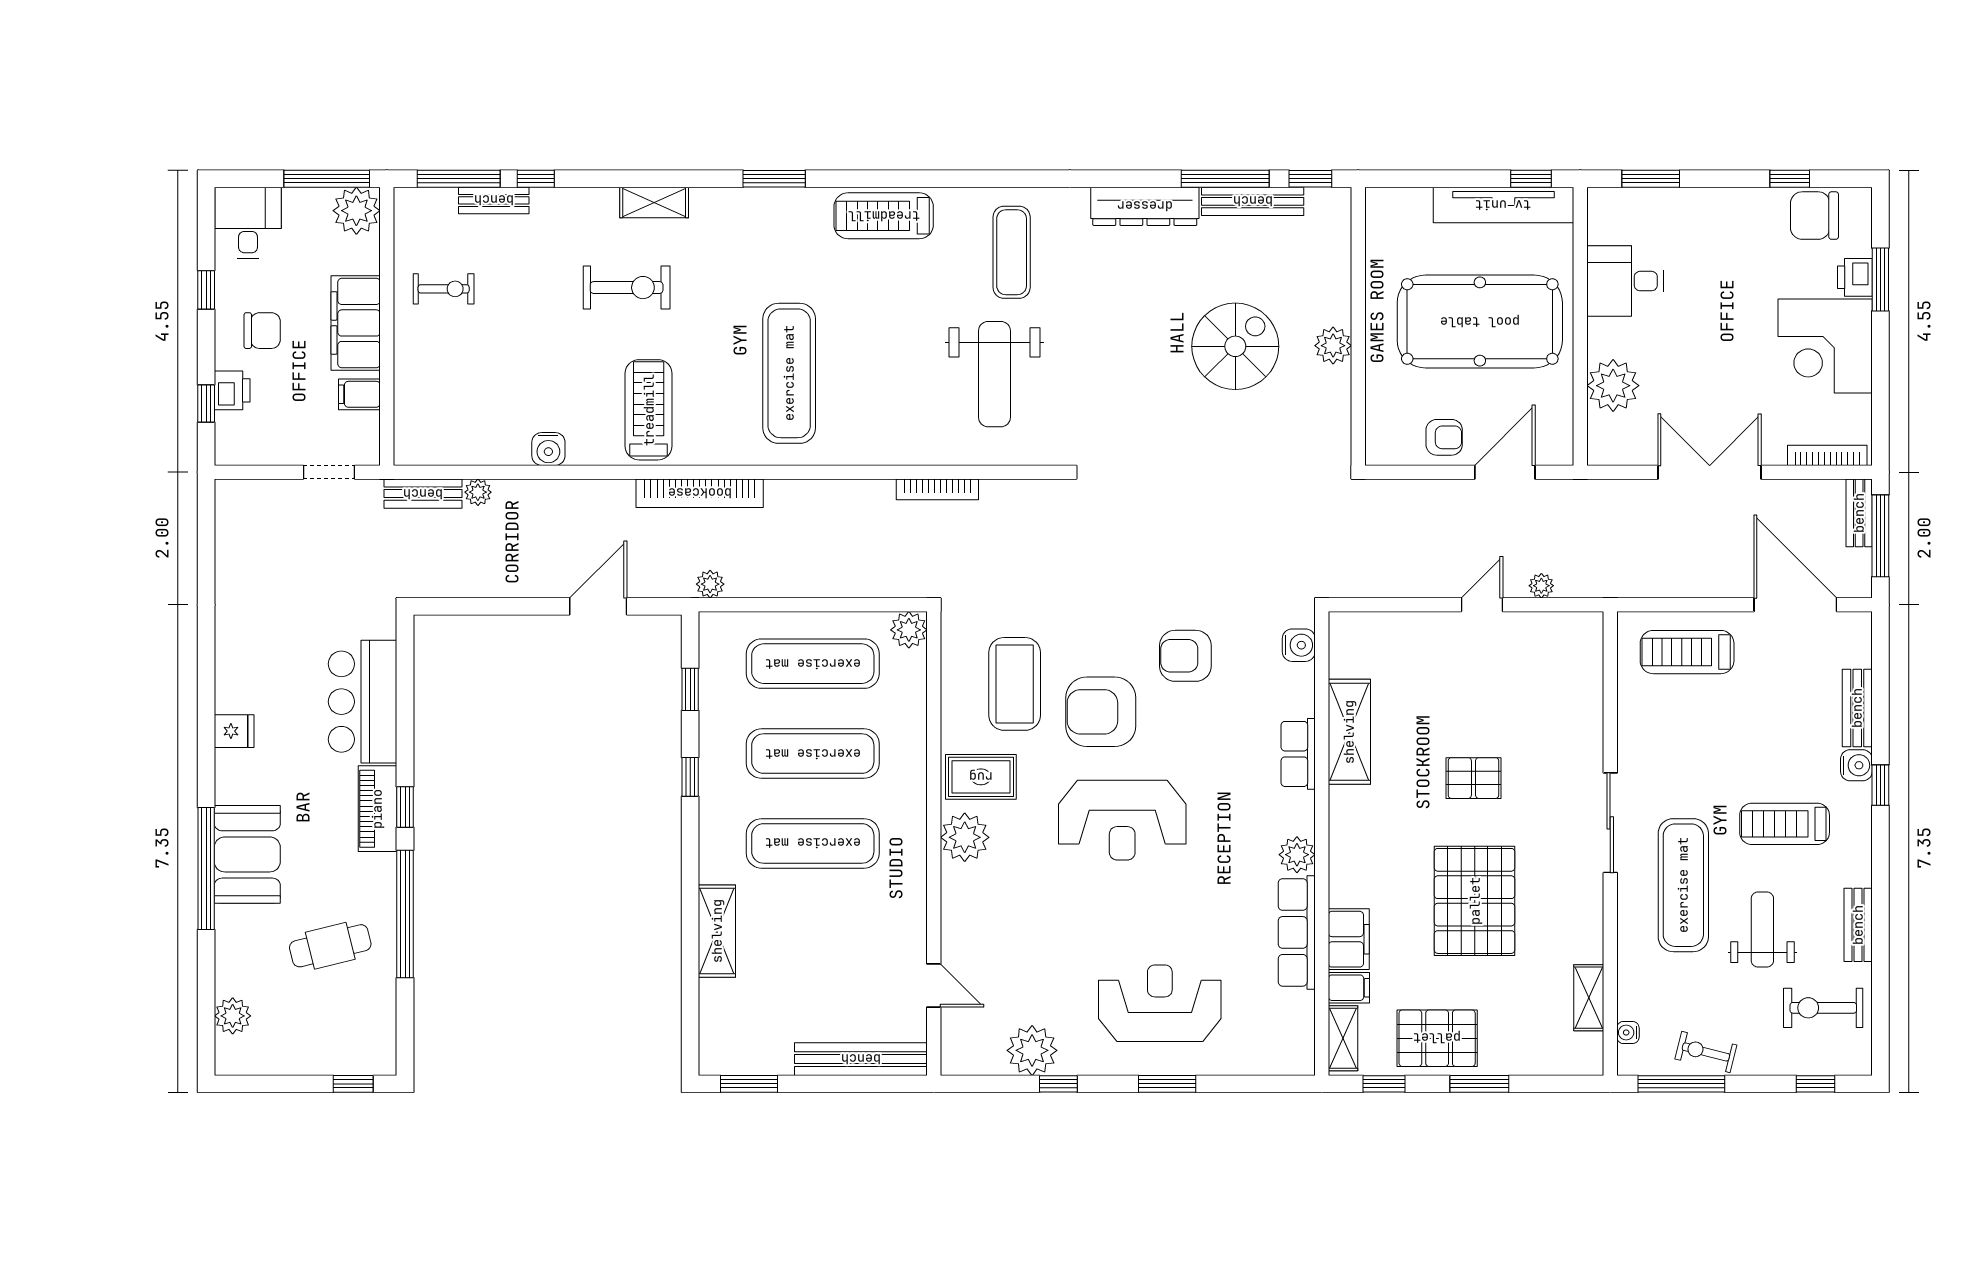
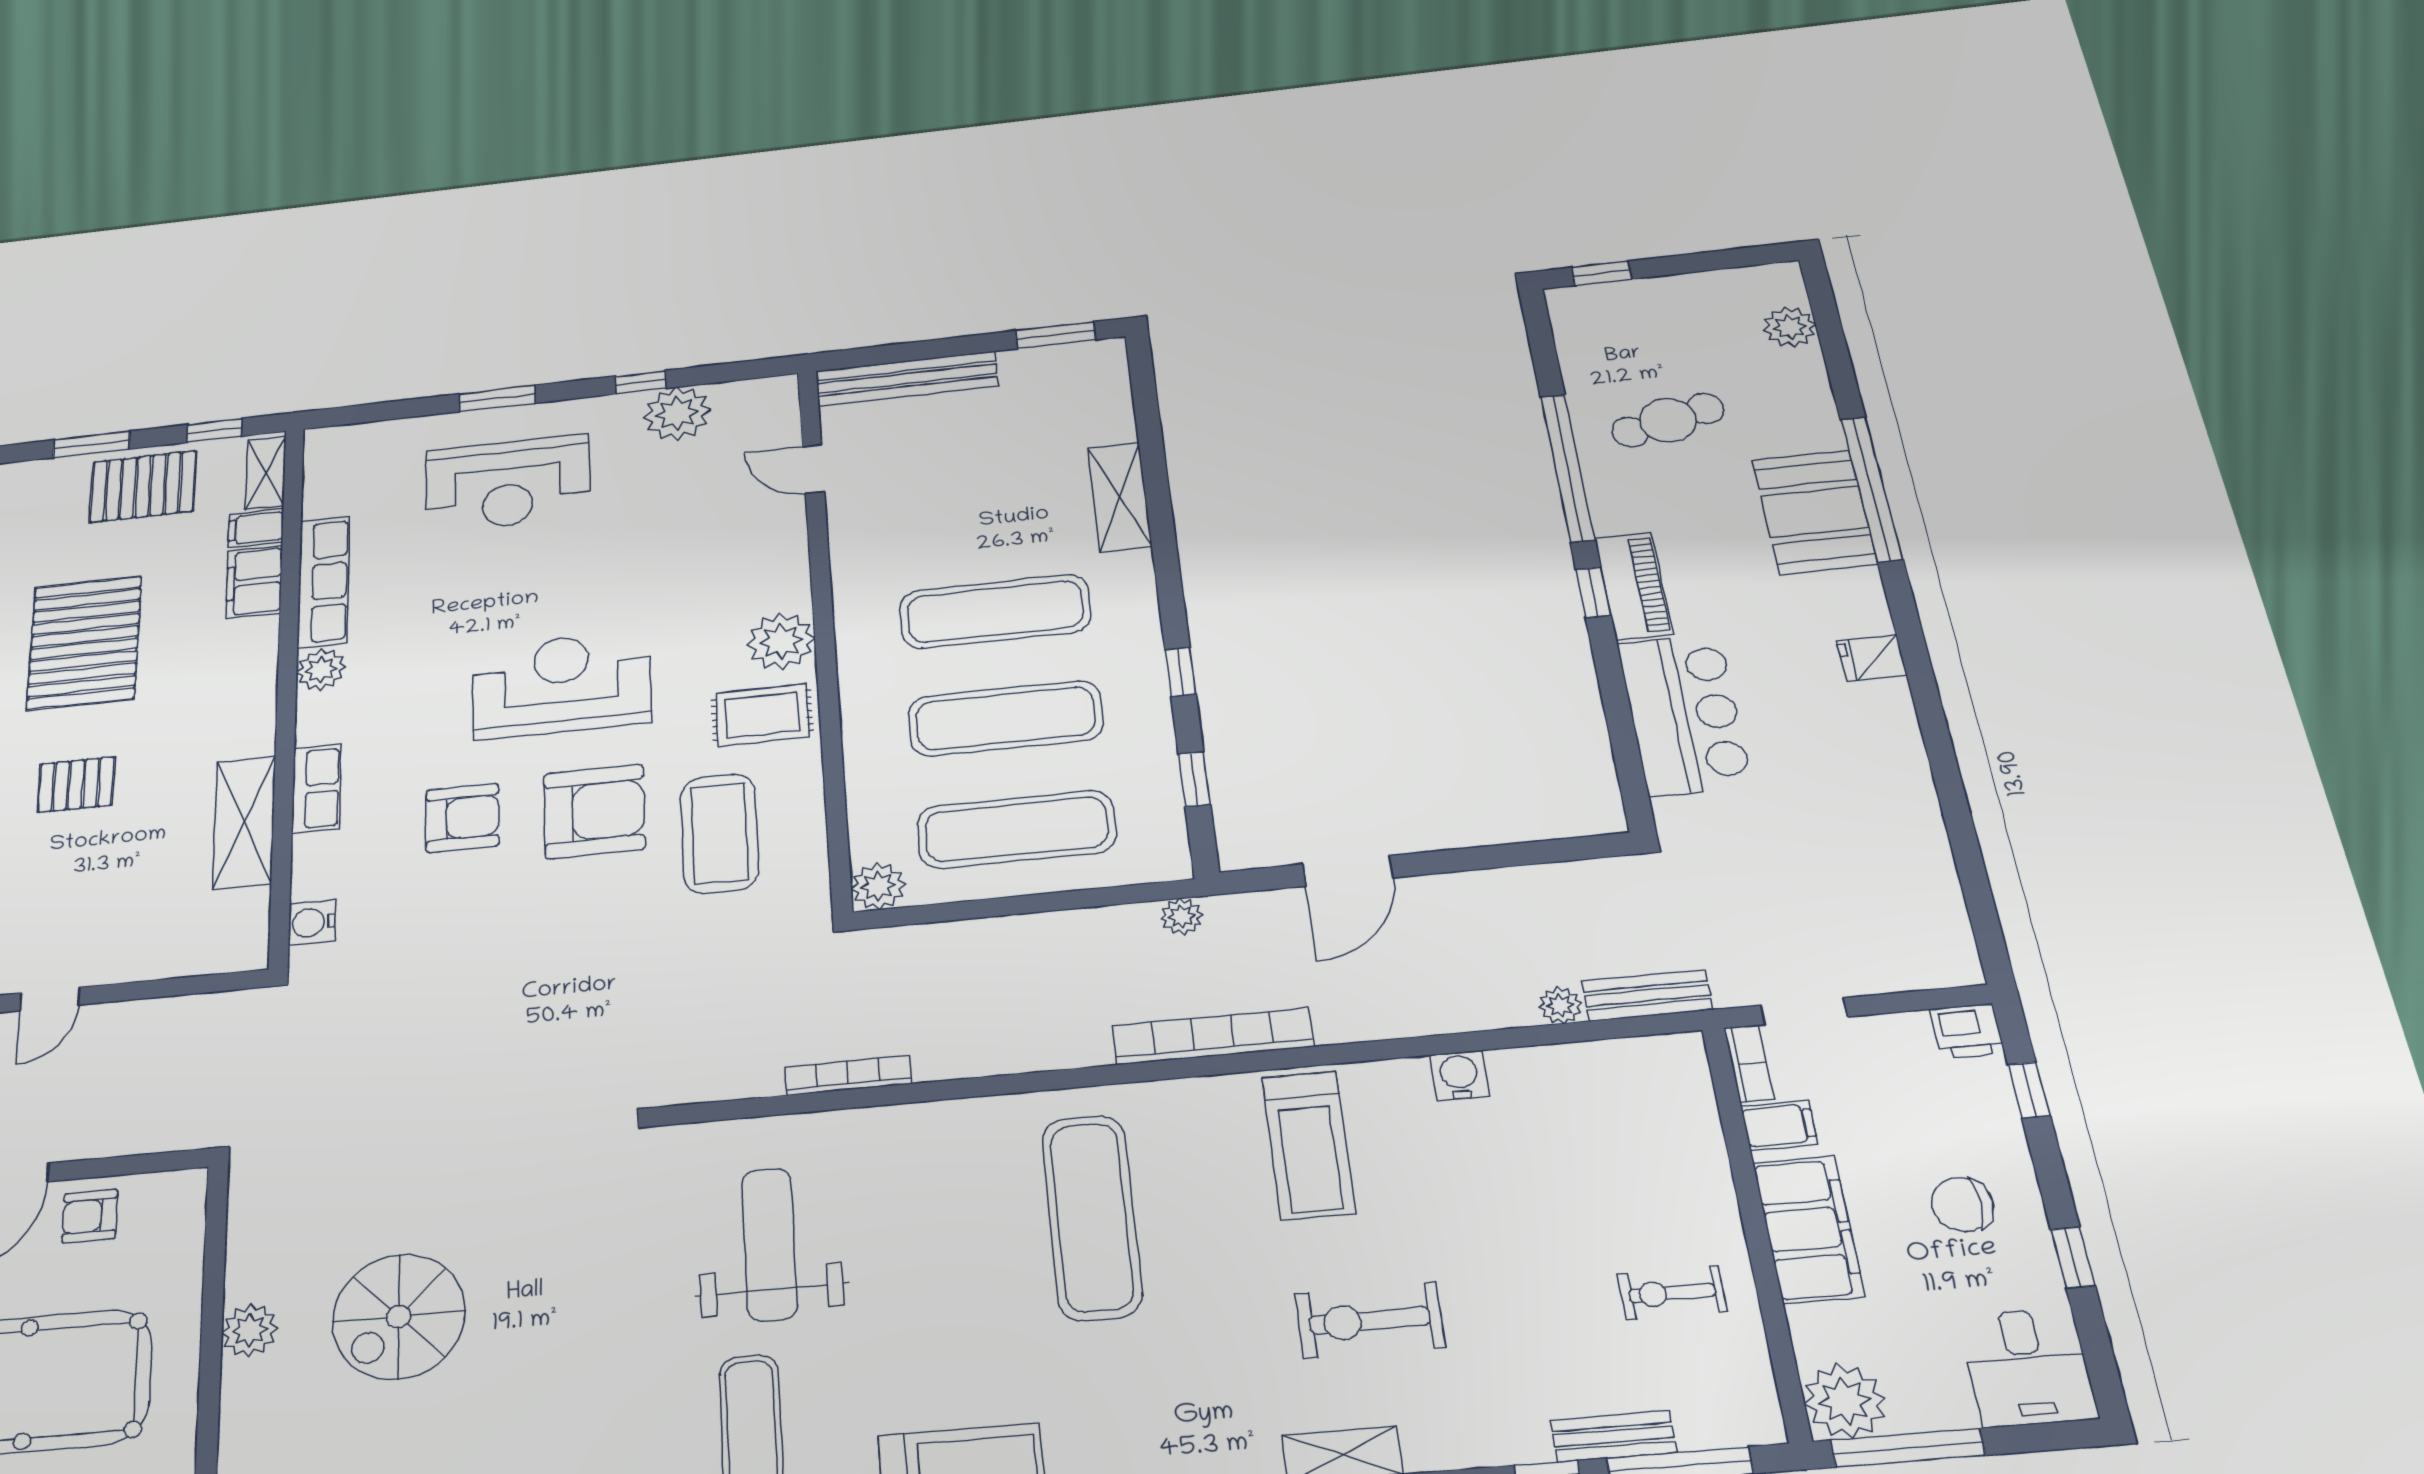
printer: (232, 390) -> (1967, 1031), moved, turned -90
bookcase: (370, 439) -> (1749, 1063), added
armchair: (1185, 656) -> (462, 818), moved

